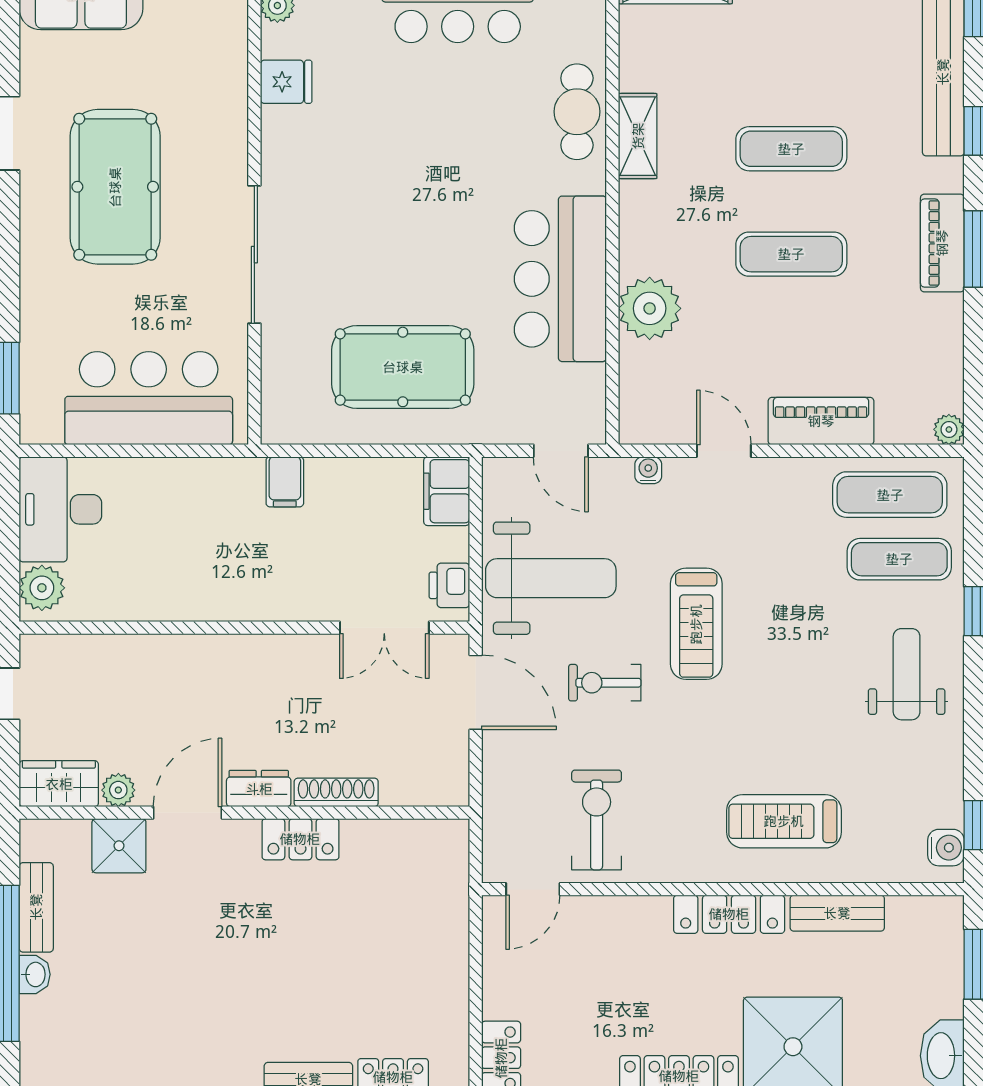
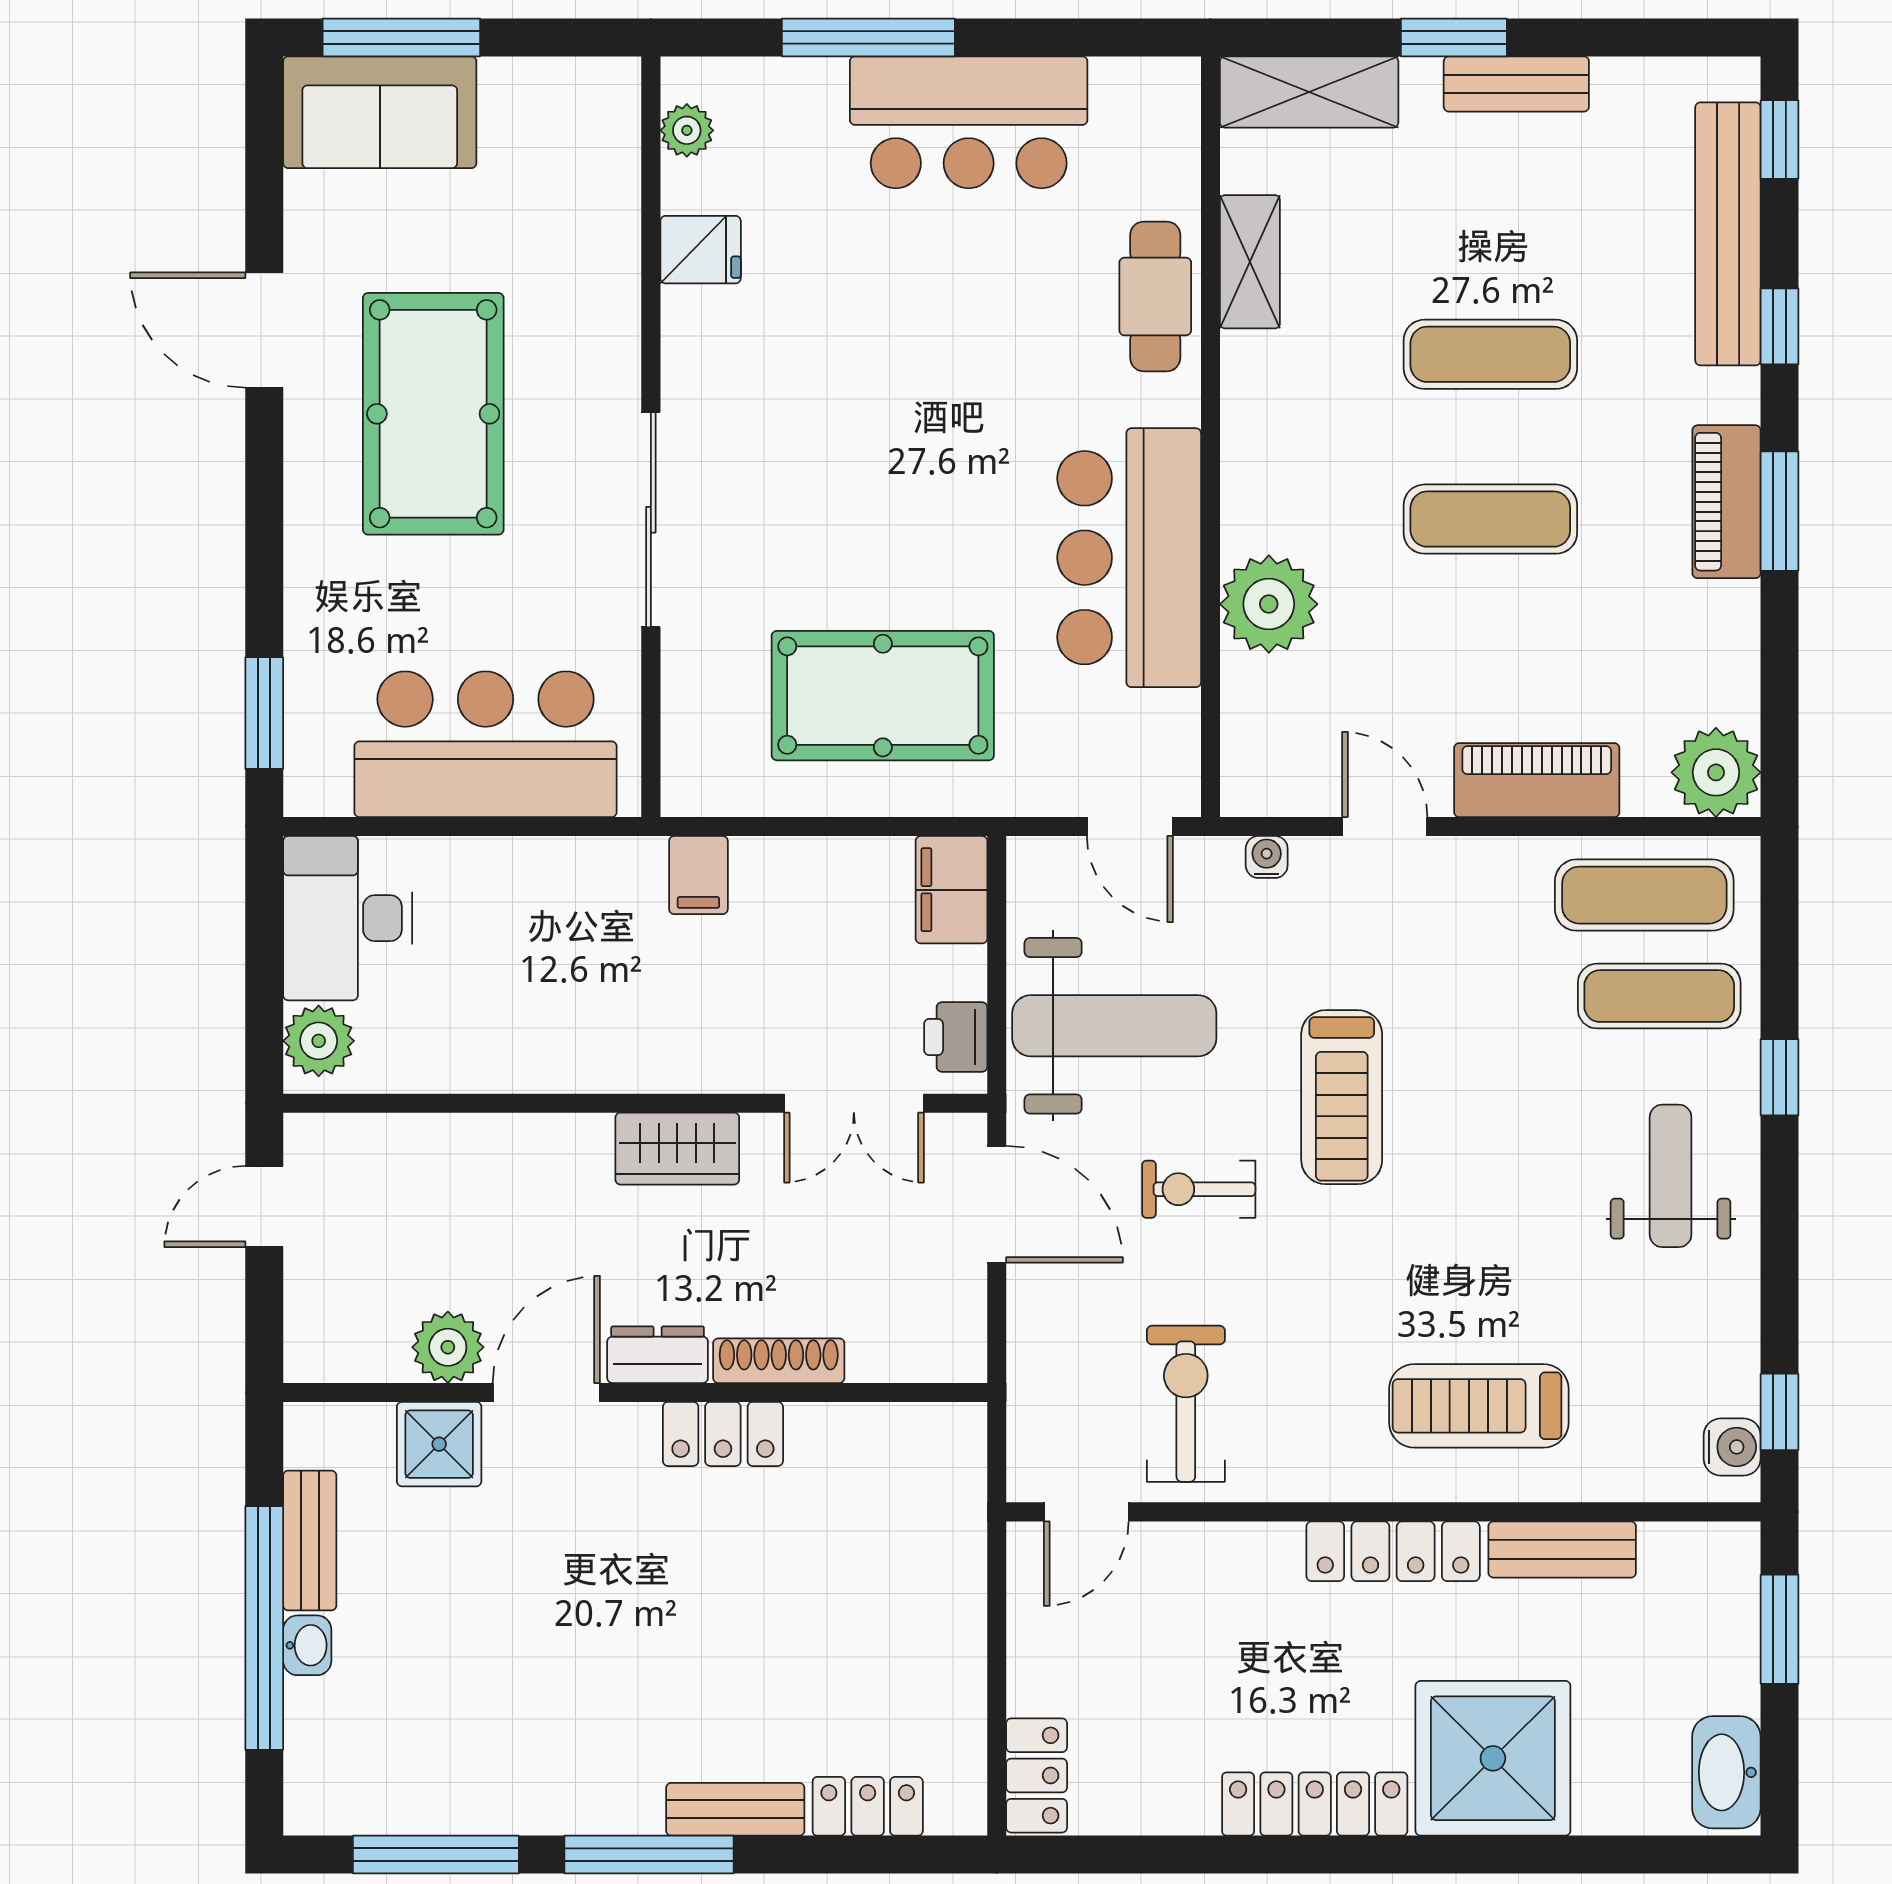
shelving: (638, 136) -> (1250, 262), moved
plant: (949, 429) -> (1716, 772), width x1.87, depth x1.87
wardrobe: (59, 784) -> (677, 1149), moved, turned 180
plant: (118, 790) -> (448, 1347), width x1.38, depth x1.38

